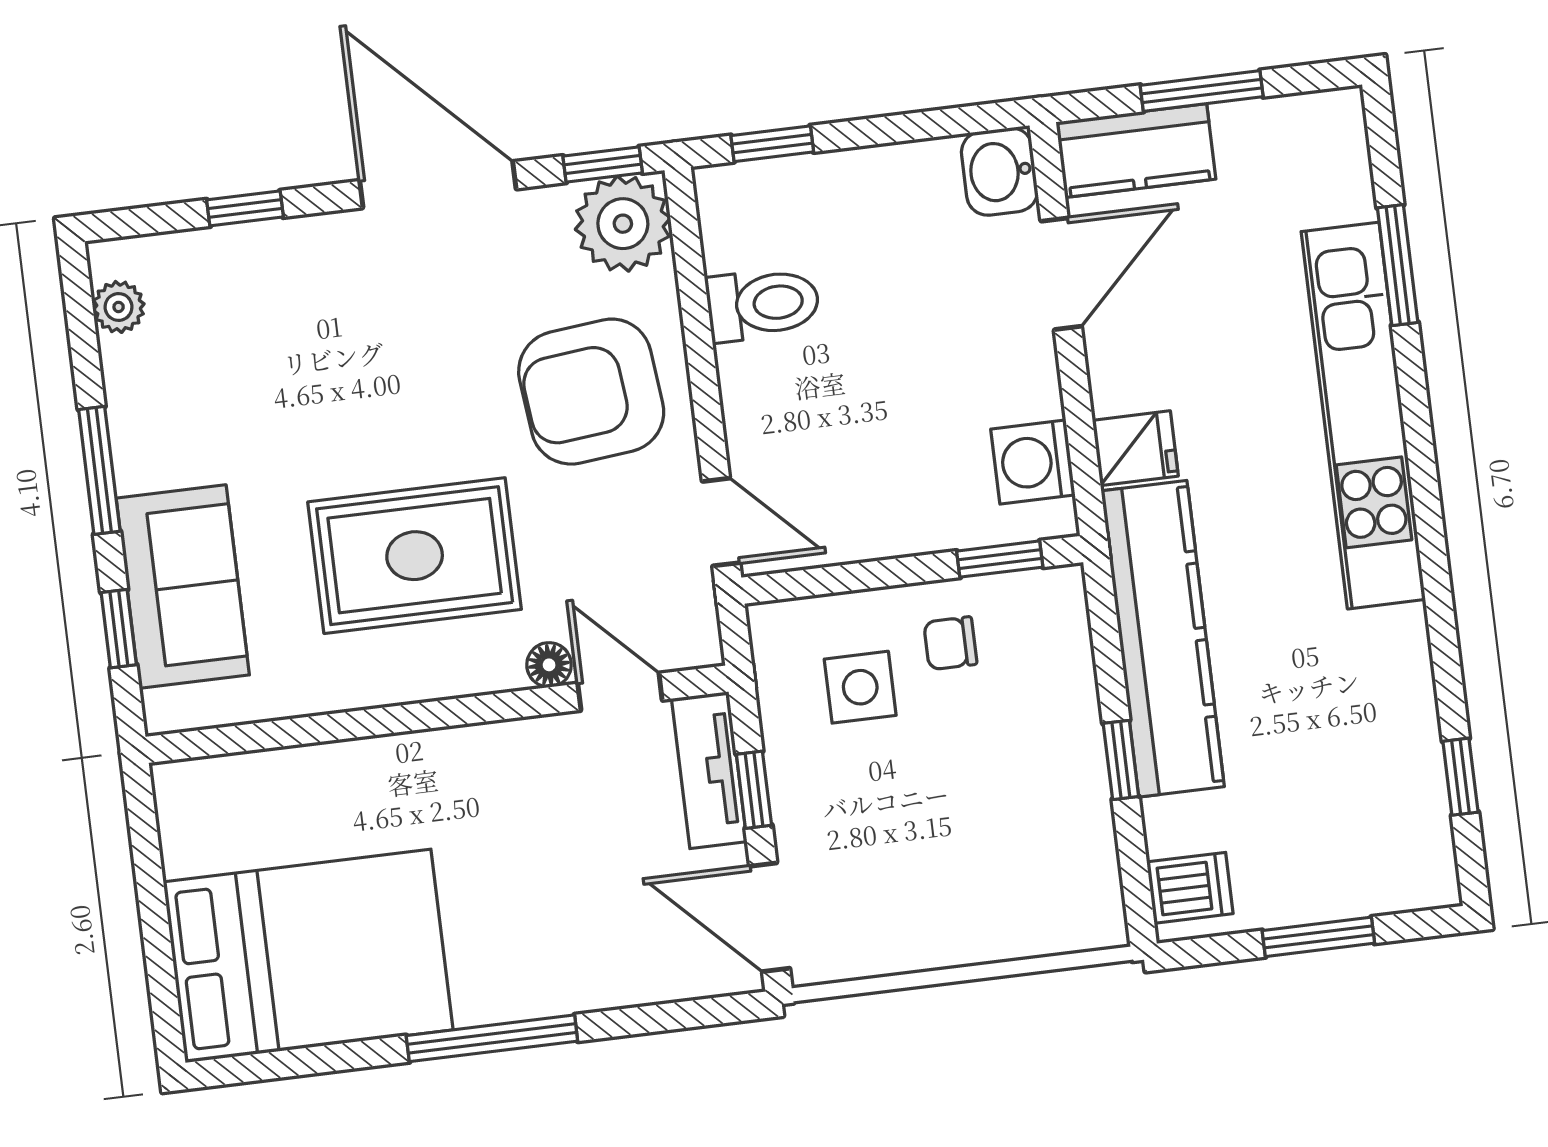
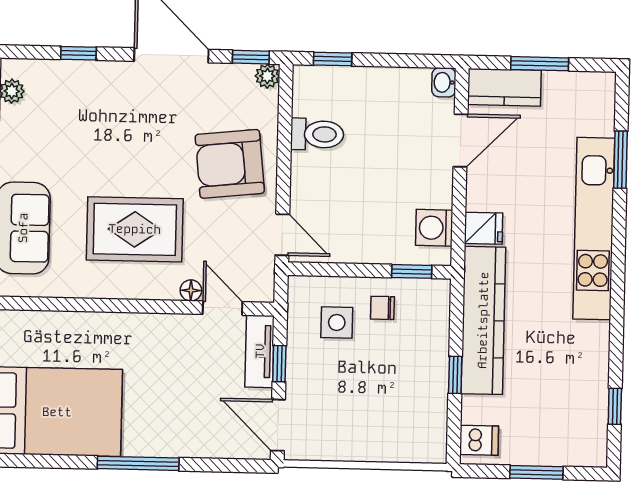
washbasin: (999, 171) -> (444, 82), width x0.72, depth x0.69
plant: (623, 224) -> (267, 76), width x0.53, depth x0.53

